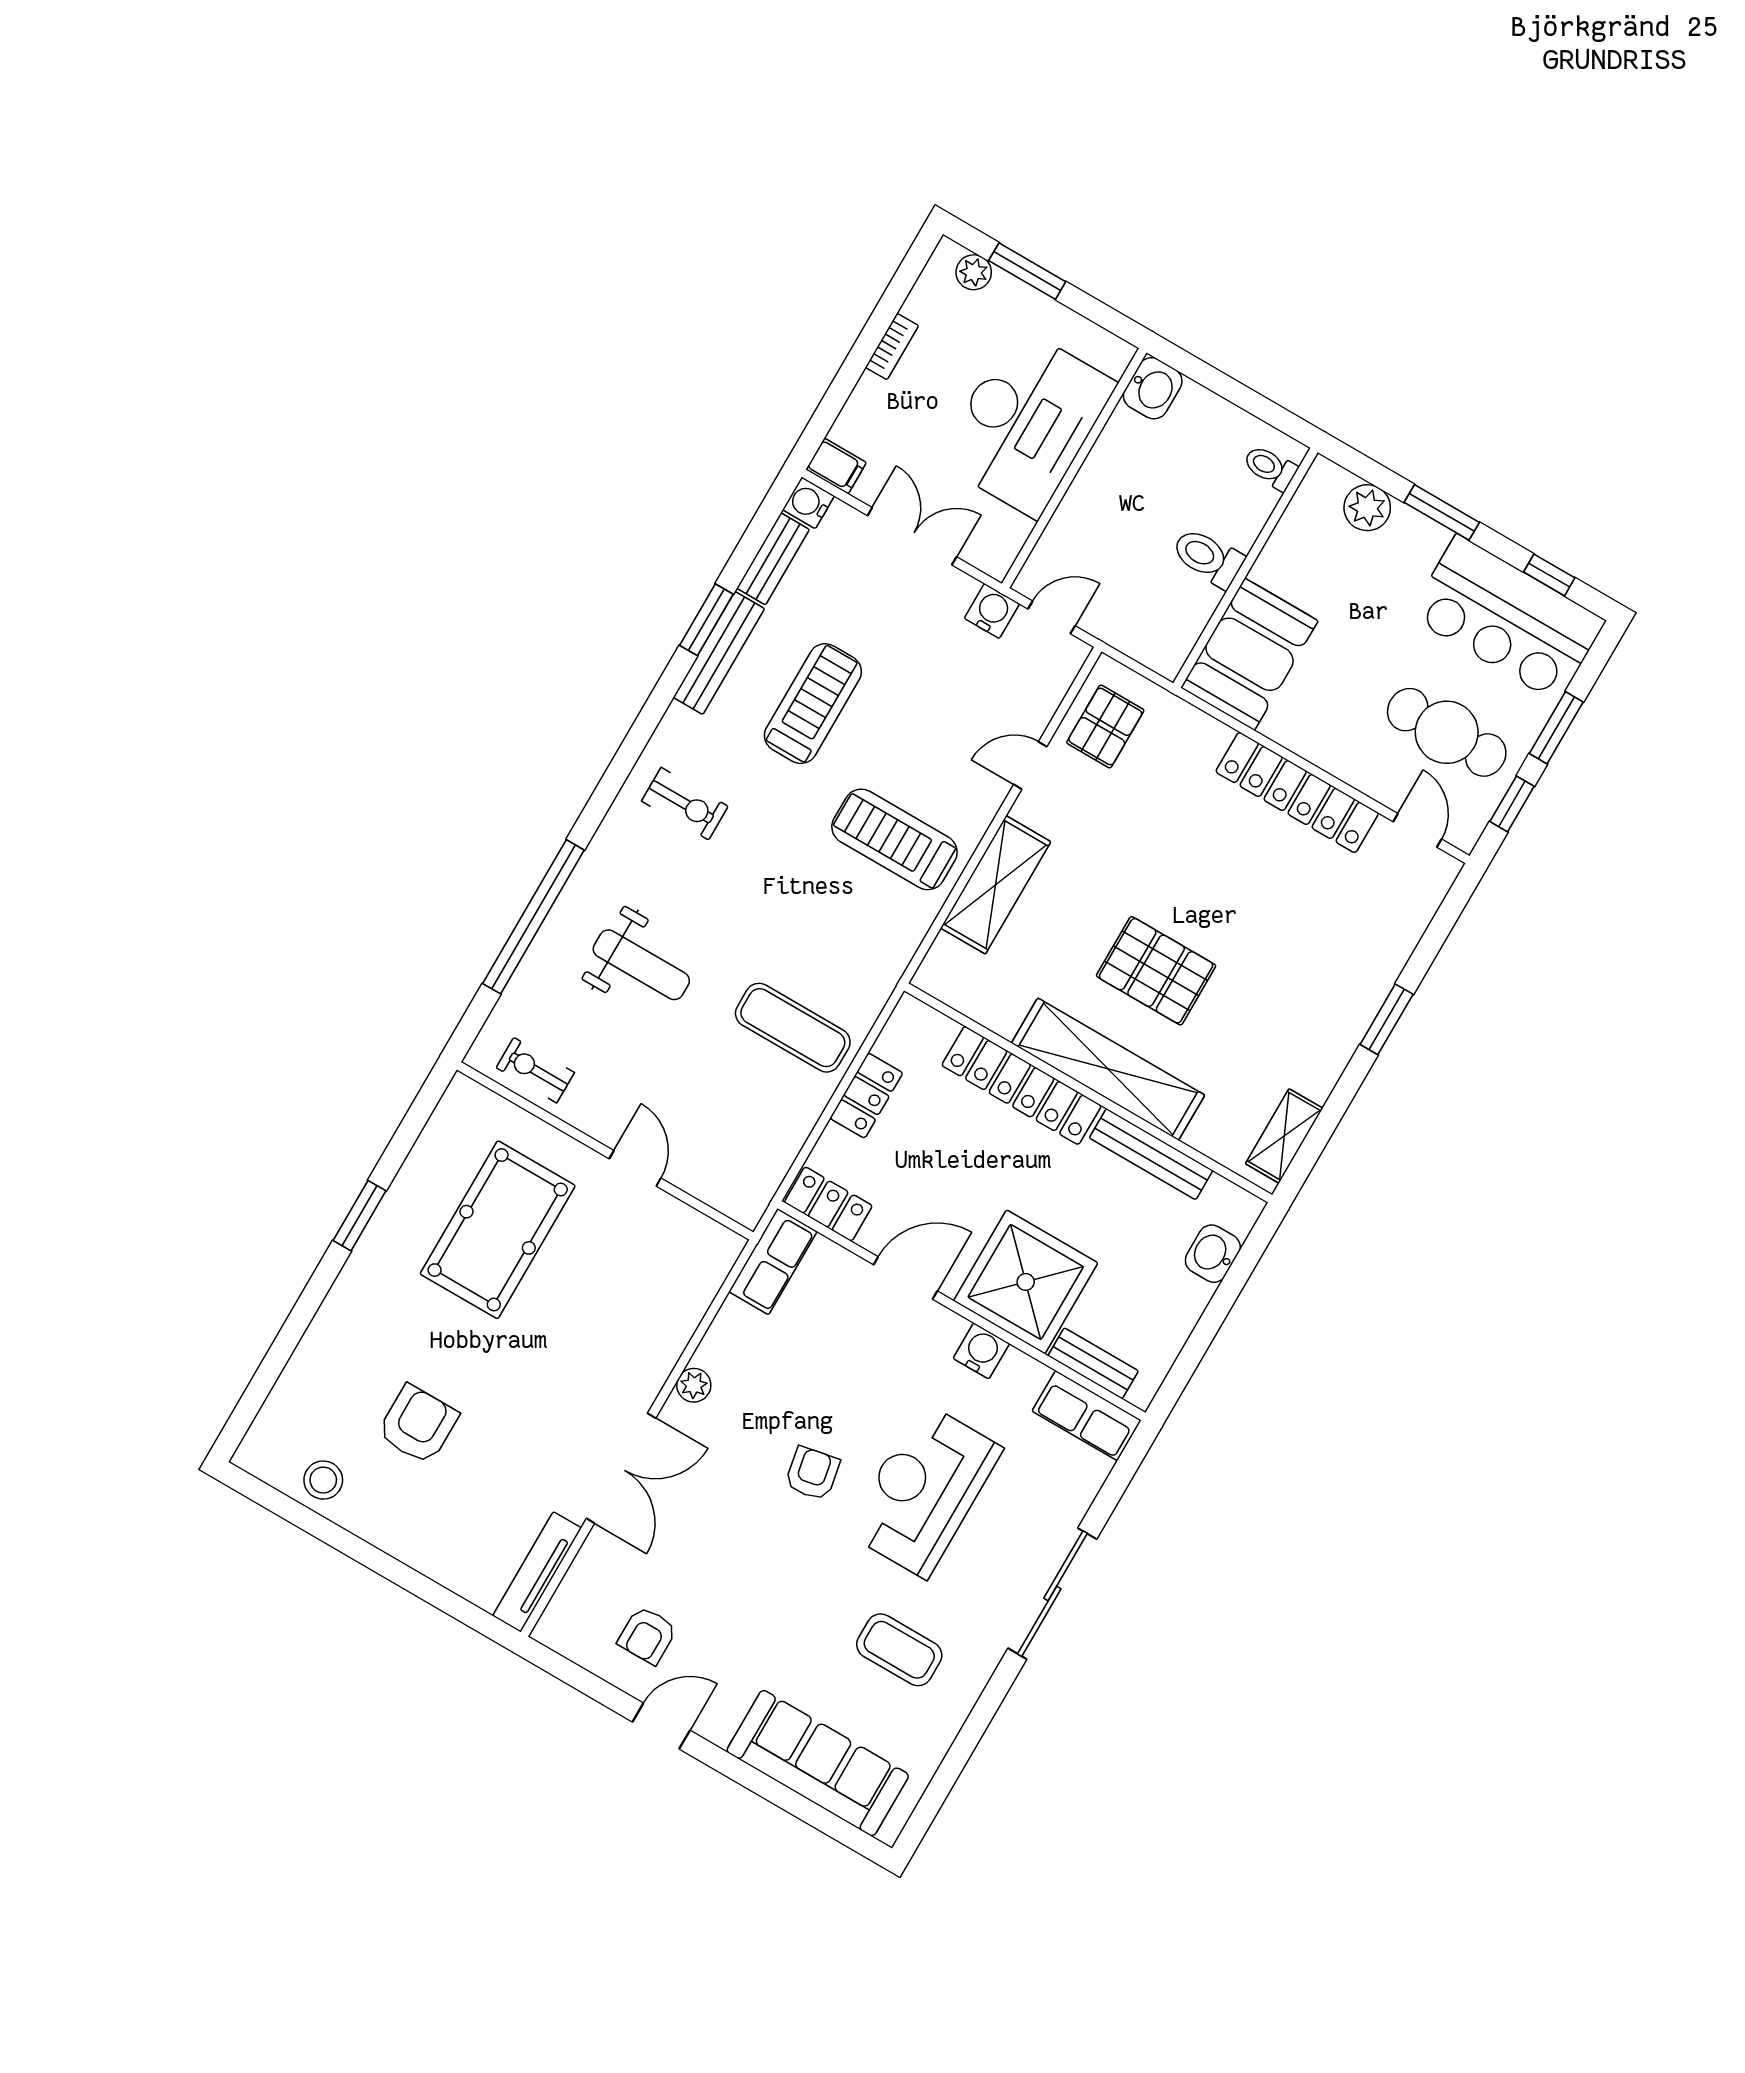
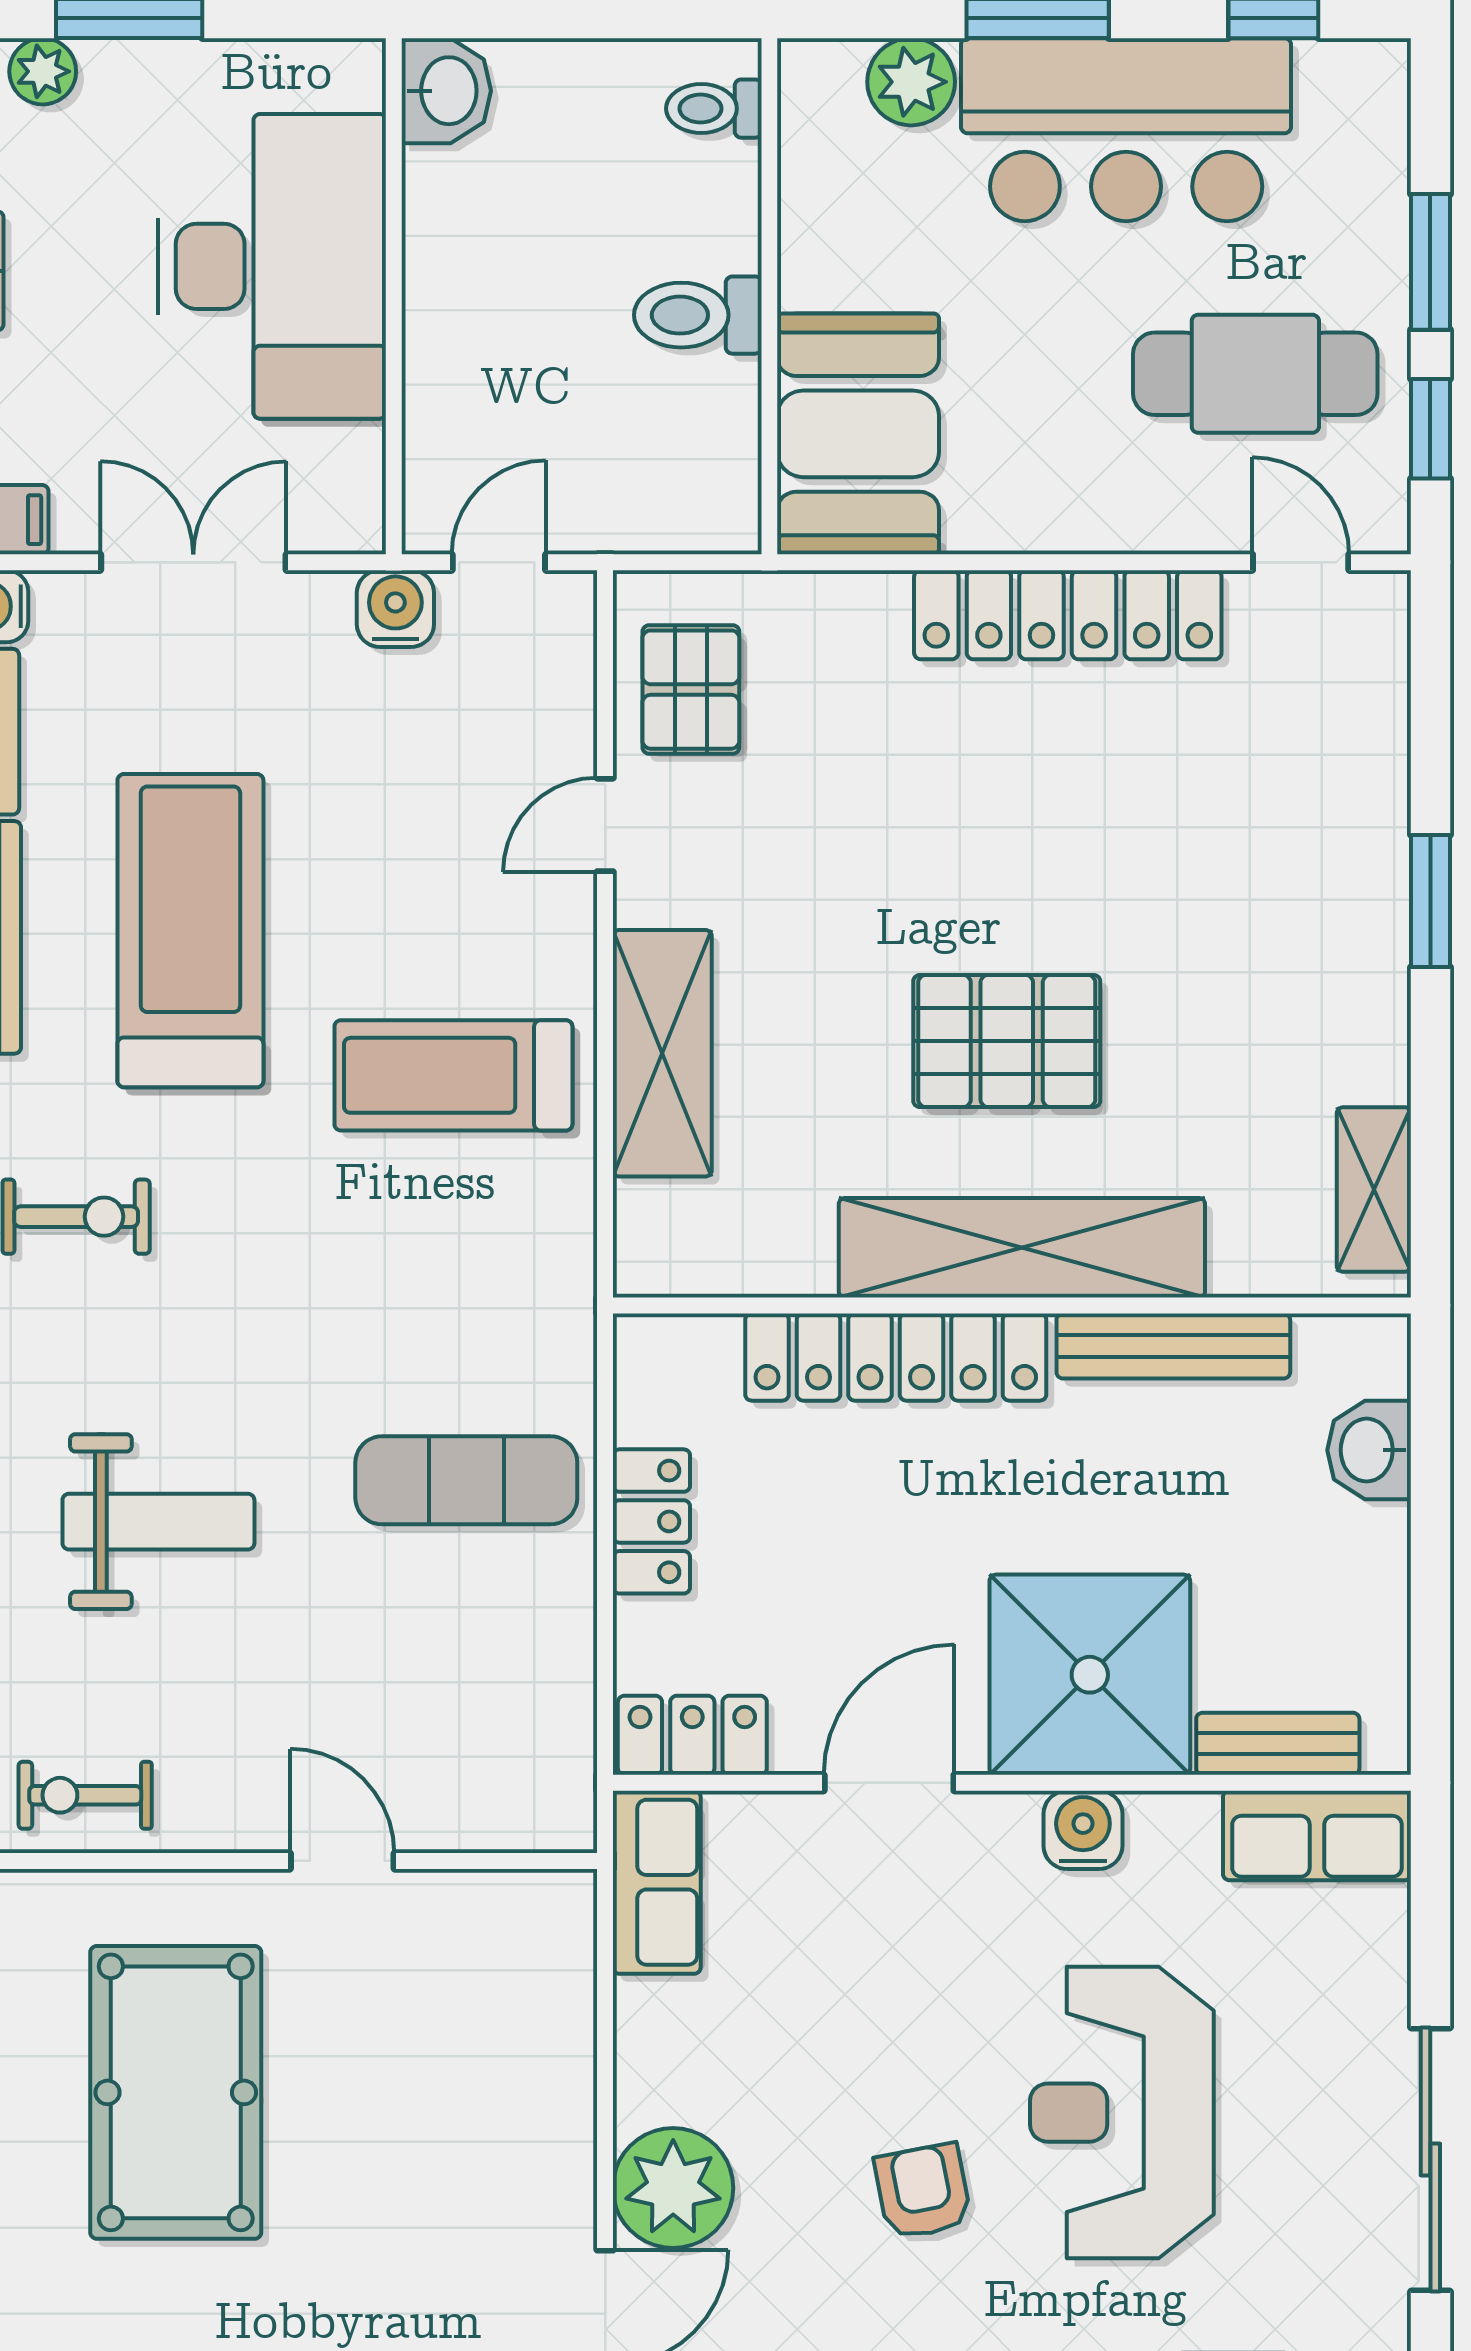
bar counter: (1507, 618) -> (1126, 130), moved
treadmill: (813, 704) -> (190, 931), width x1.37, depth x1.38
plant: (694, 1385) -> (673, 2188), width x1.88, depth x1.88

